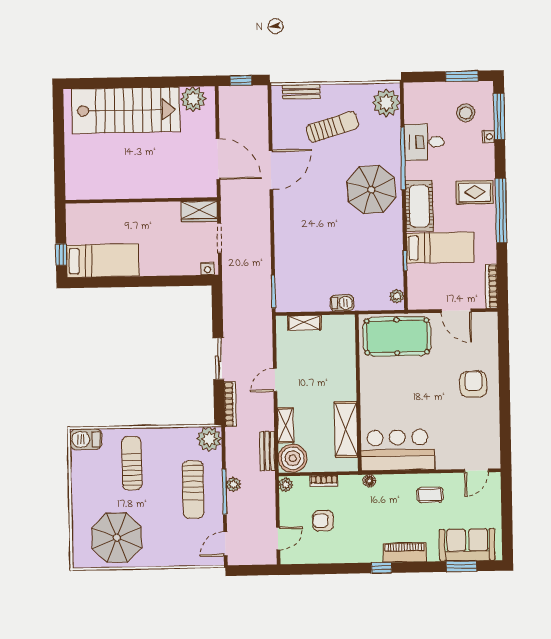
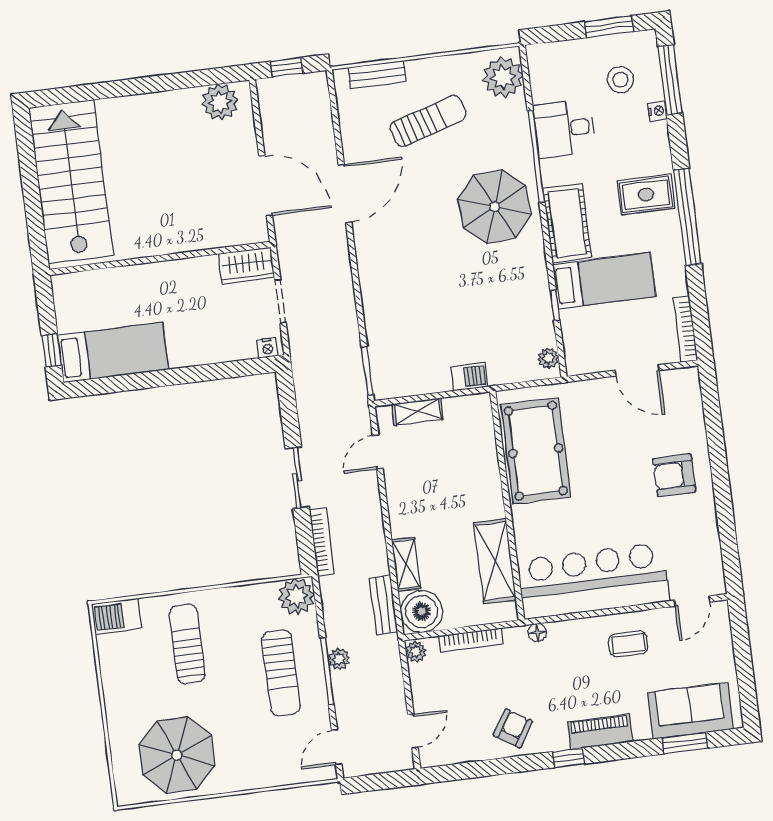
stairs: (126, 110) -> (71, 182), moved, turned -90
pool table: (397, 336) -> (536, 451), moved, turned 90
door: (275, 380) -> (378, 452), moved
armchair: (473, 384) -> (674, 475), turned -90
bar counter: (398, 450) -> (593, 581), width x1.36
bookcase: (324, 481) -> (471, 640), width x1.56
armchair: (323, 521) -> (513, 728), moved, turned 123

